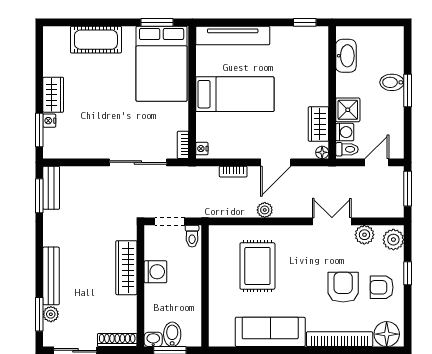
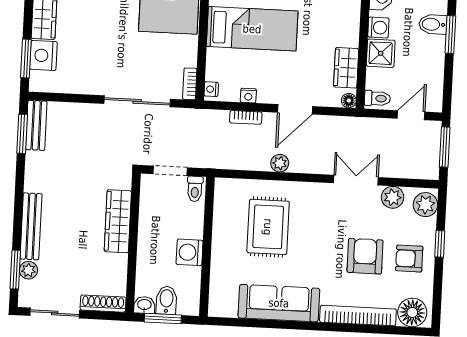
nightstand: (49, 121) -> (43, 55), width x1.89, depth x1.79
washing machine: (345, 132) -> (378, 27), moved
nightstand: (234, 152) -> (248, 96), added
washing machine: (155, 272) -> (190, 252), moved, turned 180

